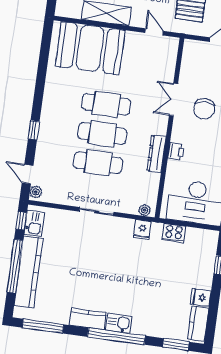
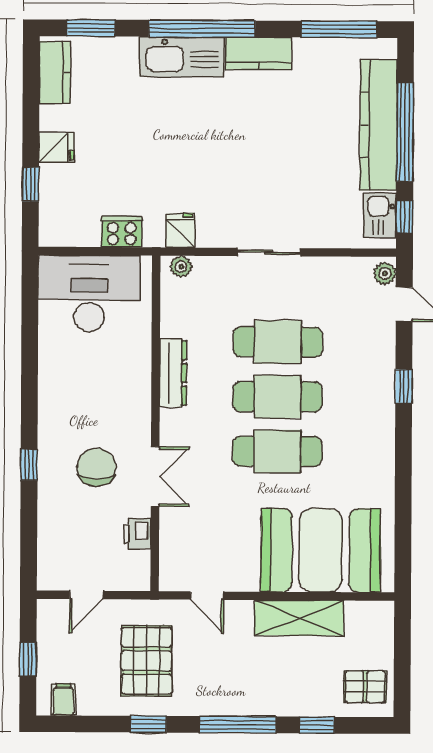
printer: (176, 152) -> (137, 534), moved
fridge: (201, 298) -> (56, 147), moved
kitchen sink: (119, 323) -> (182, 57), width x1.88, depth x1.24

